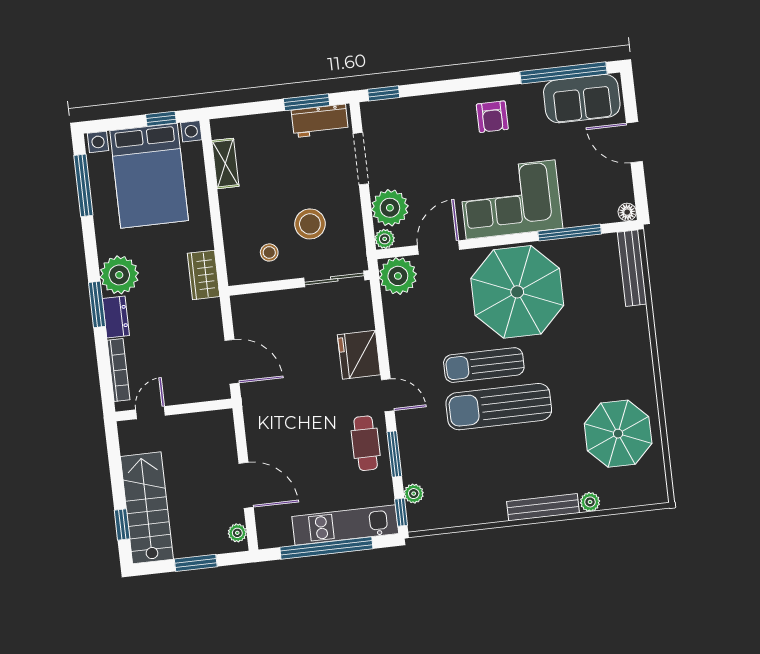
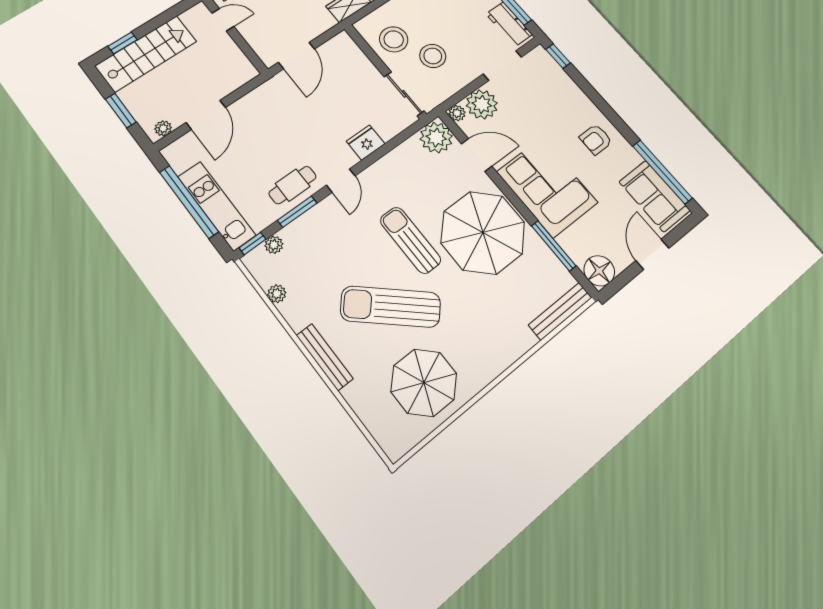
floor lamp: (627, 212) -> (599, 271), width x1.89, depth x1.89
stool: (269, 252) -> (394, 39), width x1.89, depth x1.89
fridge: (359, 355) -> (366, 143), width x0.73, depth x0.75
sun lounger: (499, 407) -> (391, 307), moved, turned -48
plant: (590, 502) -> (277, 294), moved

